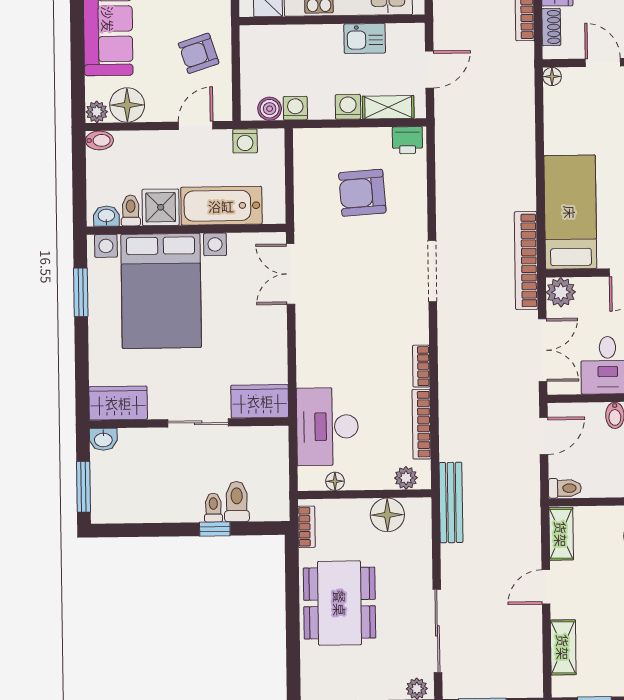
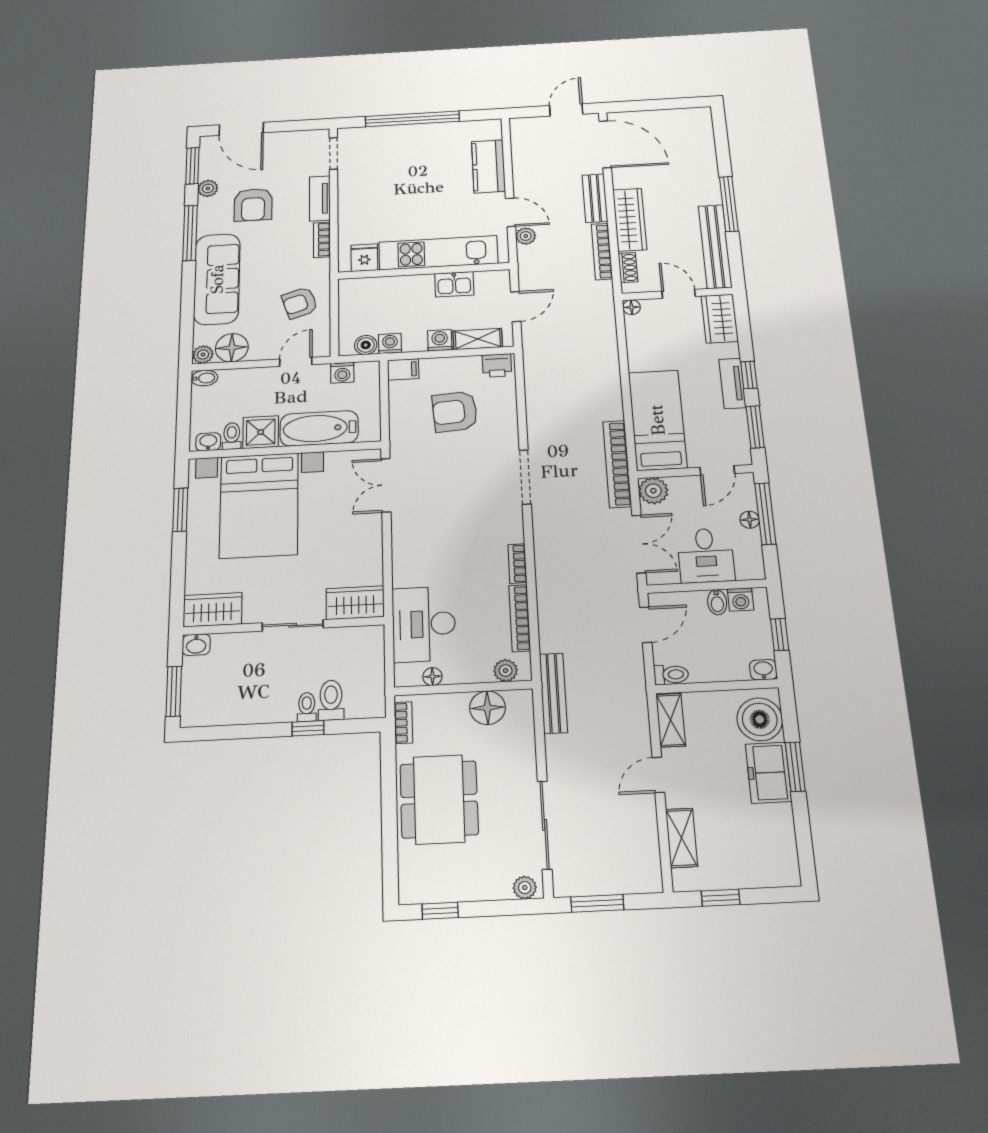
filing cabinet: (309, 140) -> (403, 369), added

